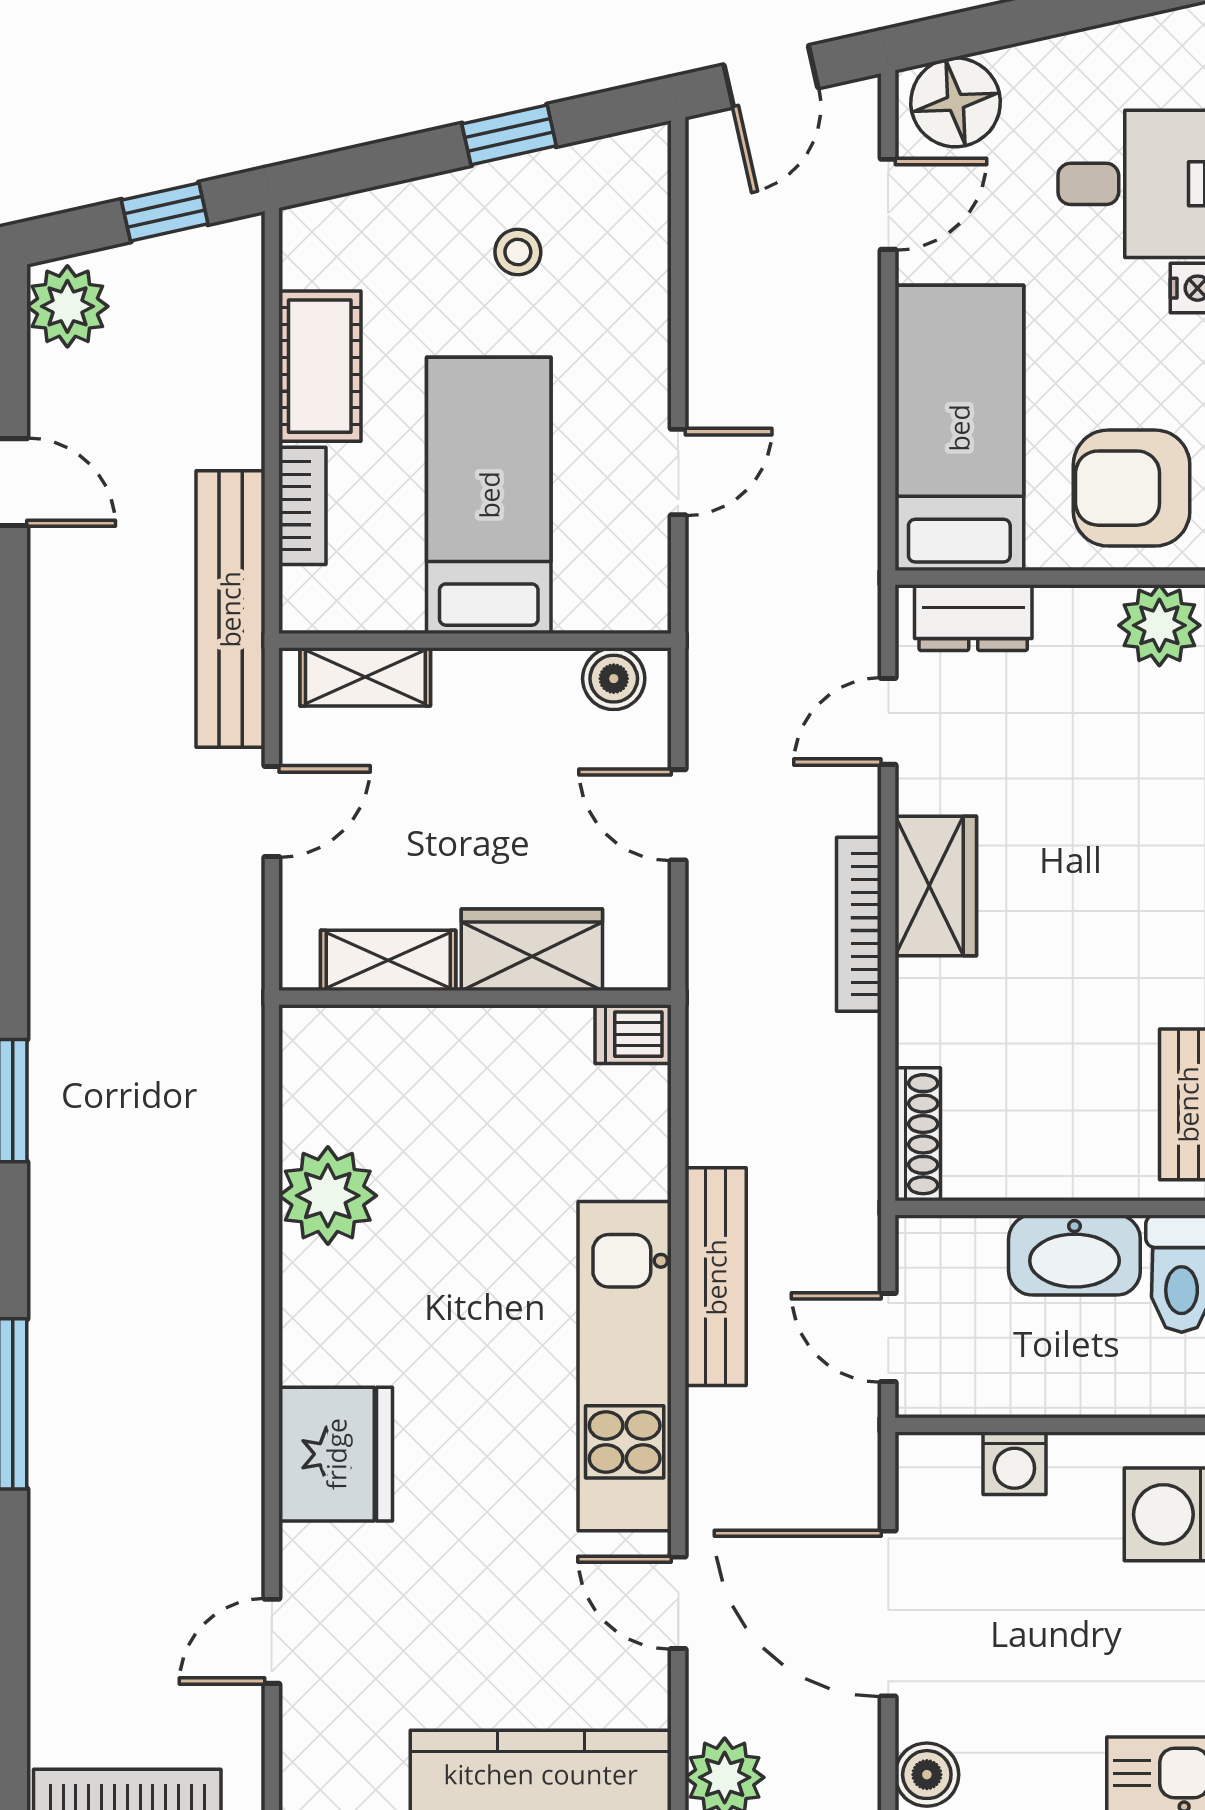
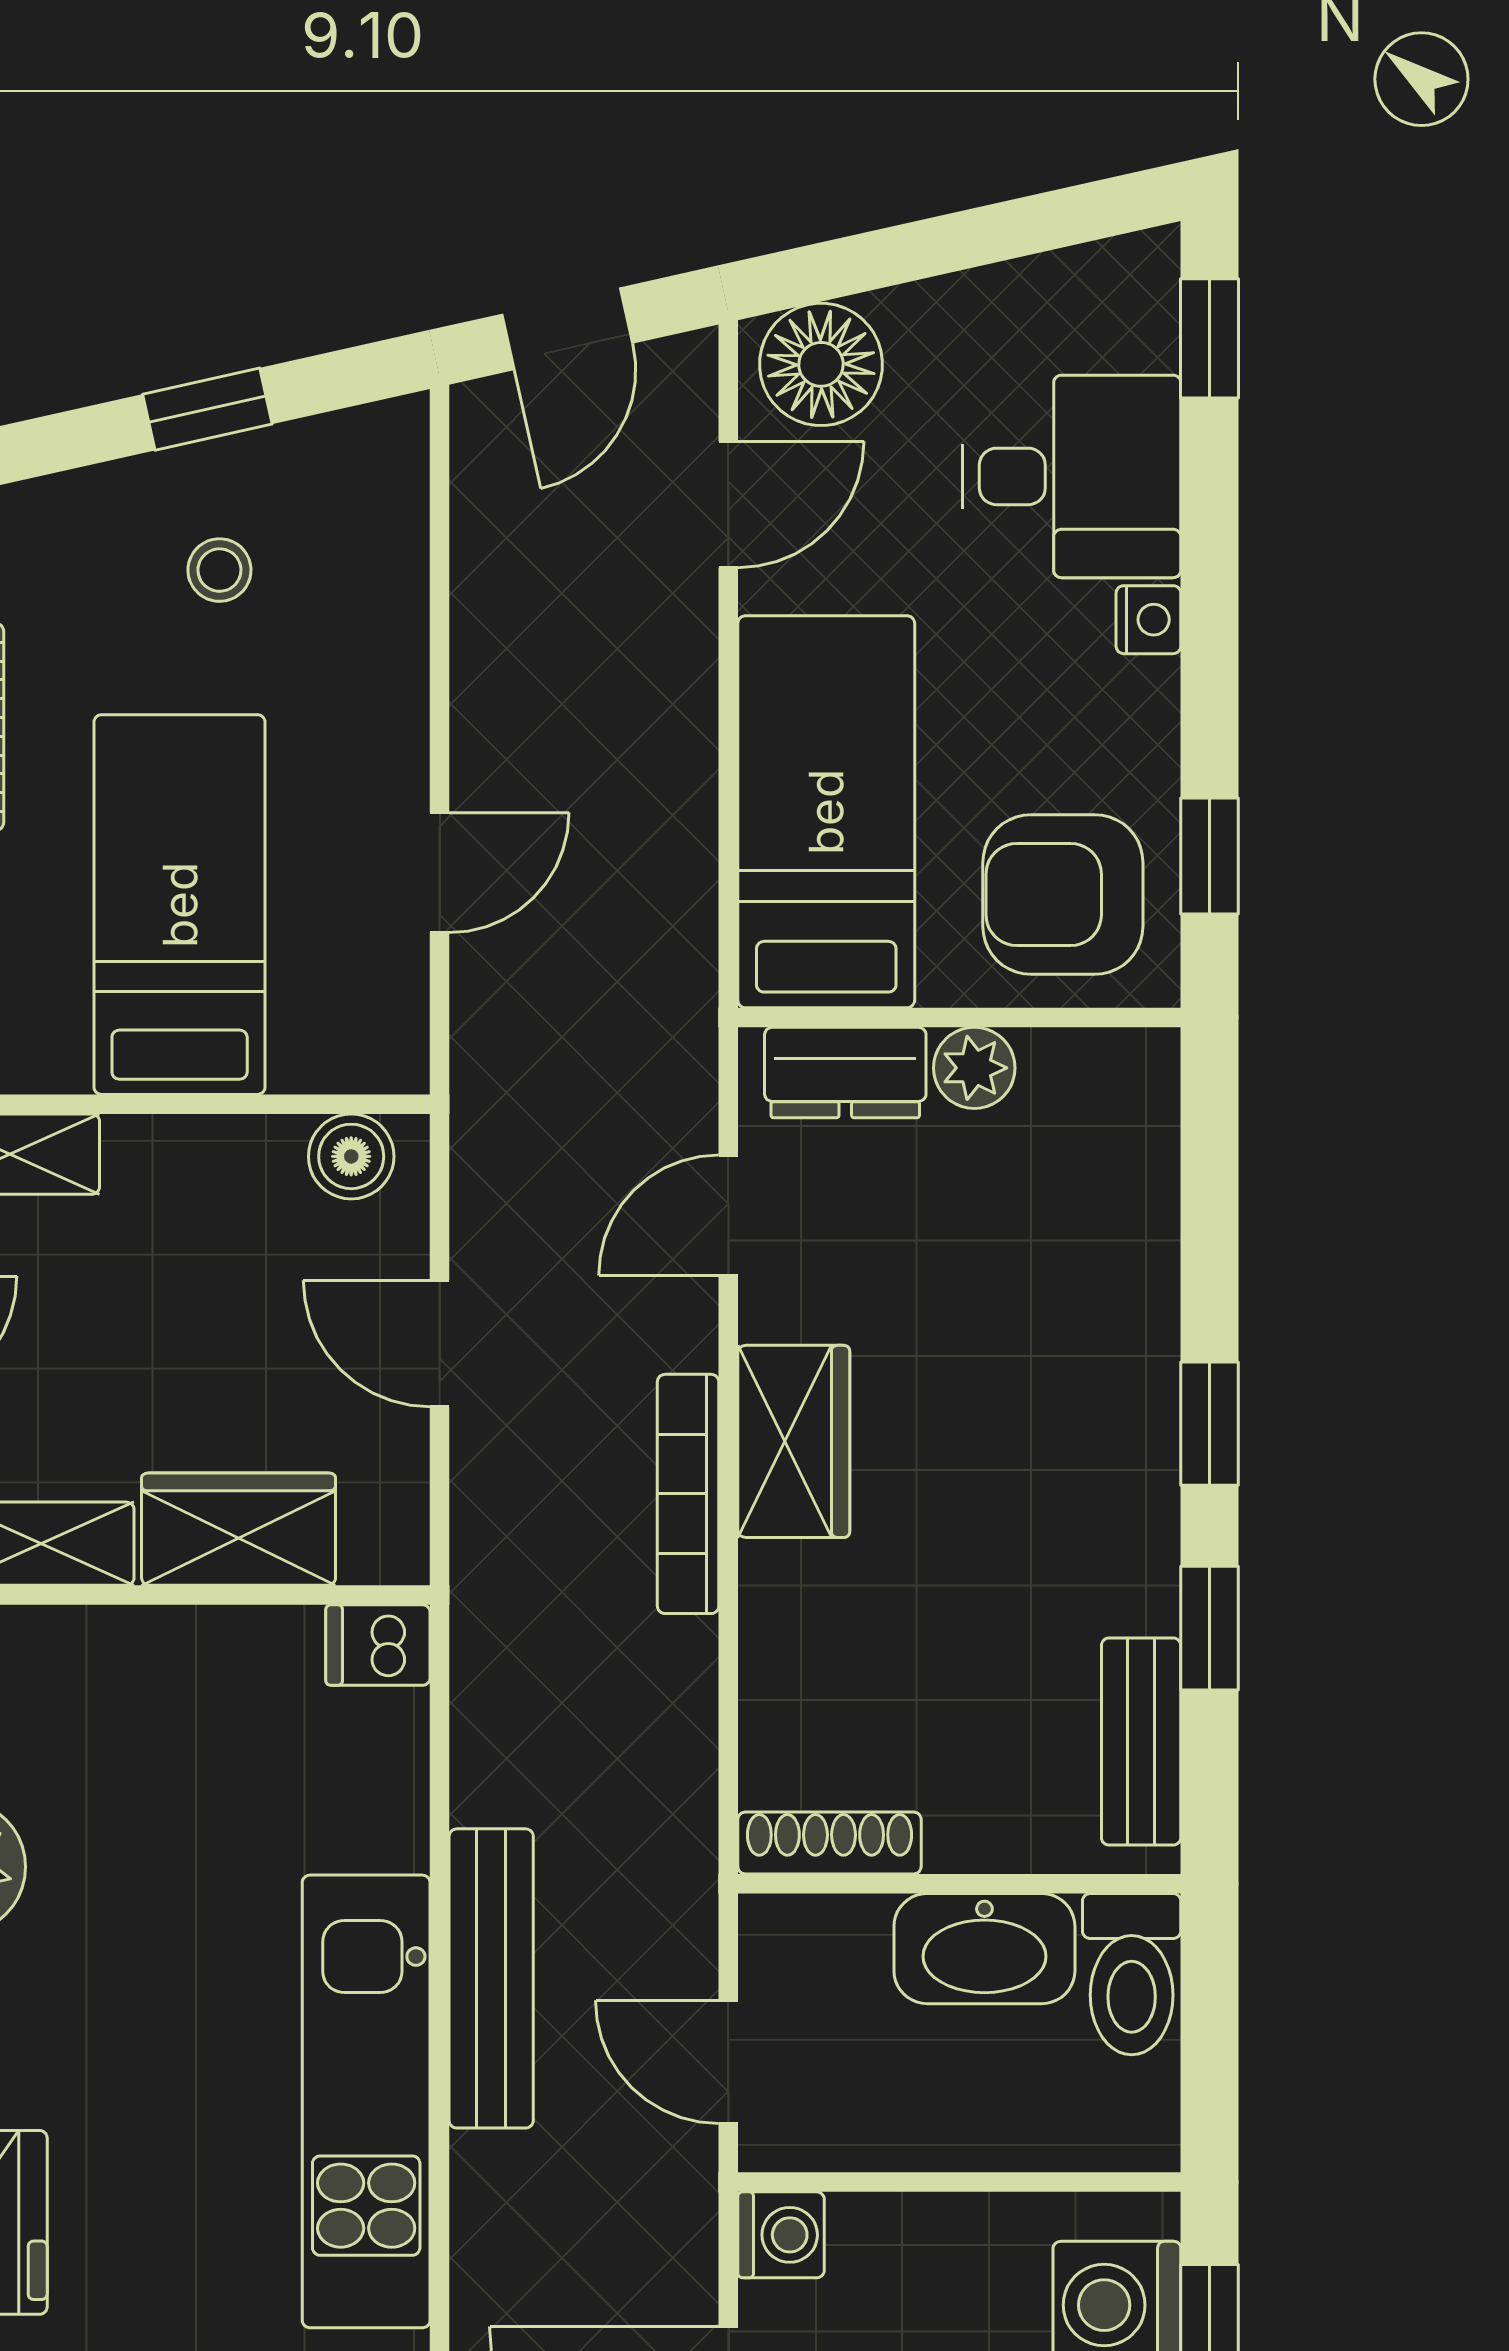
plant: (1159, 625) -> (974, 1068), moved, width x0.73, depth x0.73
shoe rack: (918, 1134) -> (830, 1843), moved, turned -90
washing machine: (1014, 1463) -> (781, 2235), moved, turned -90

